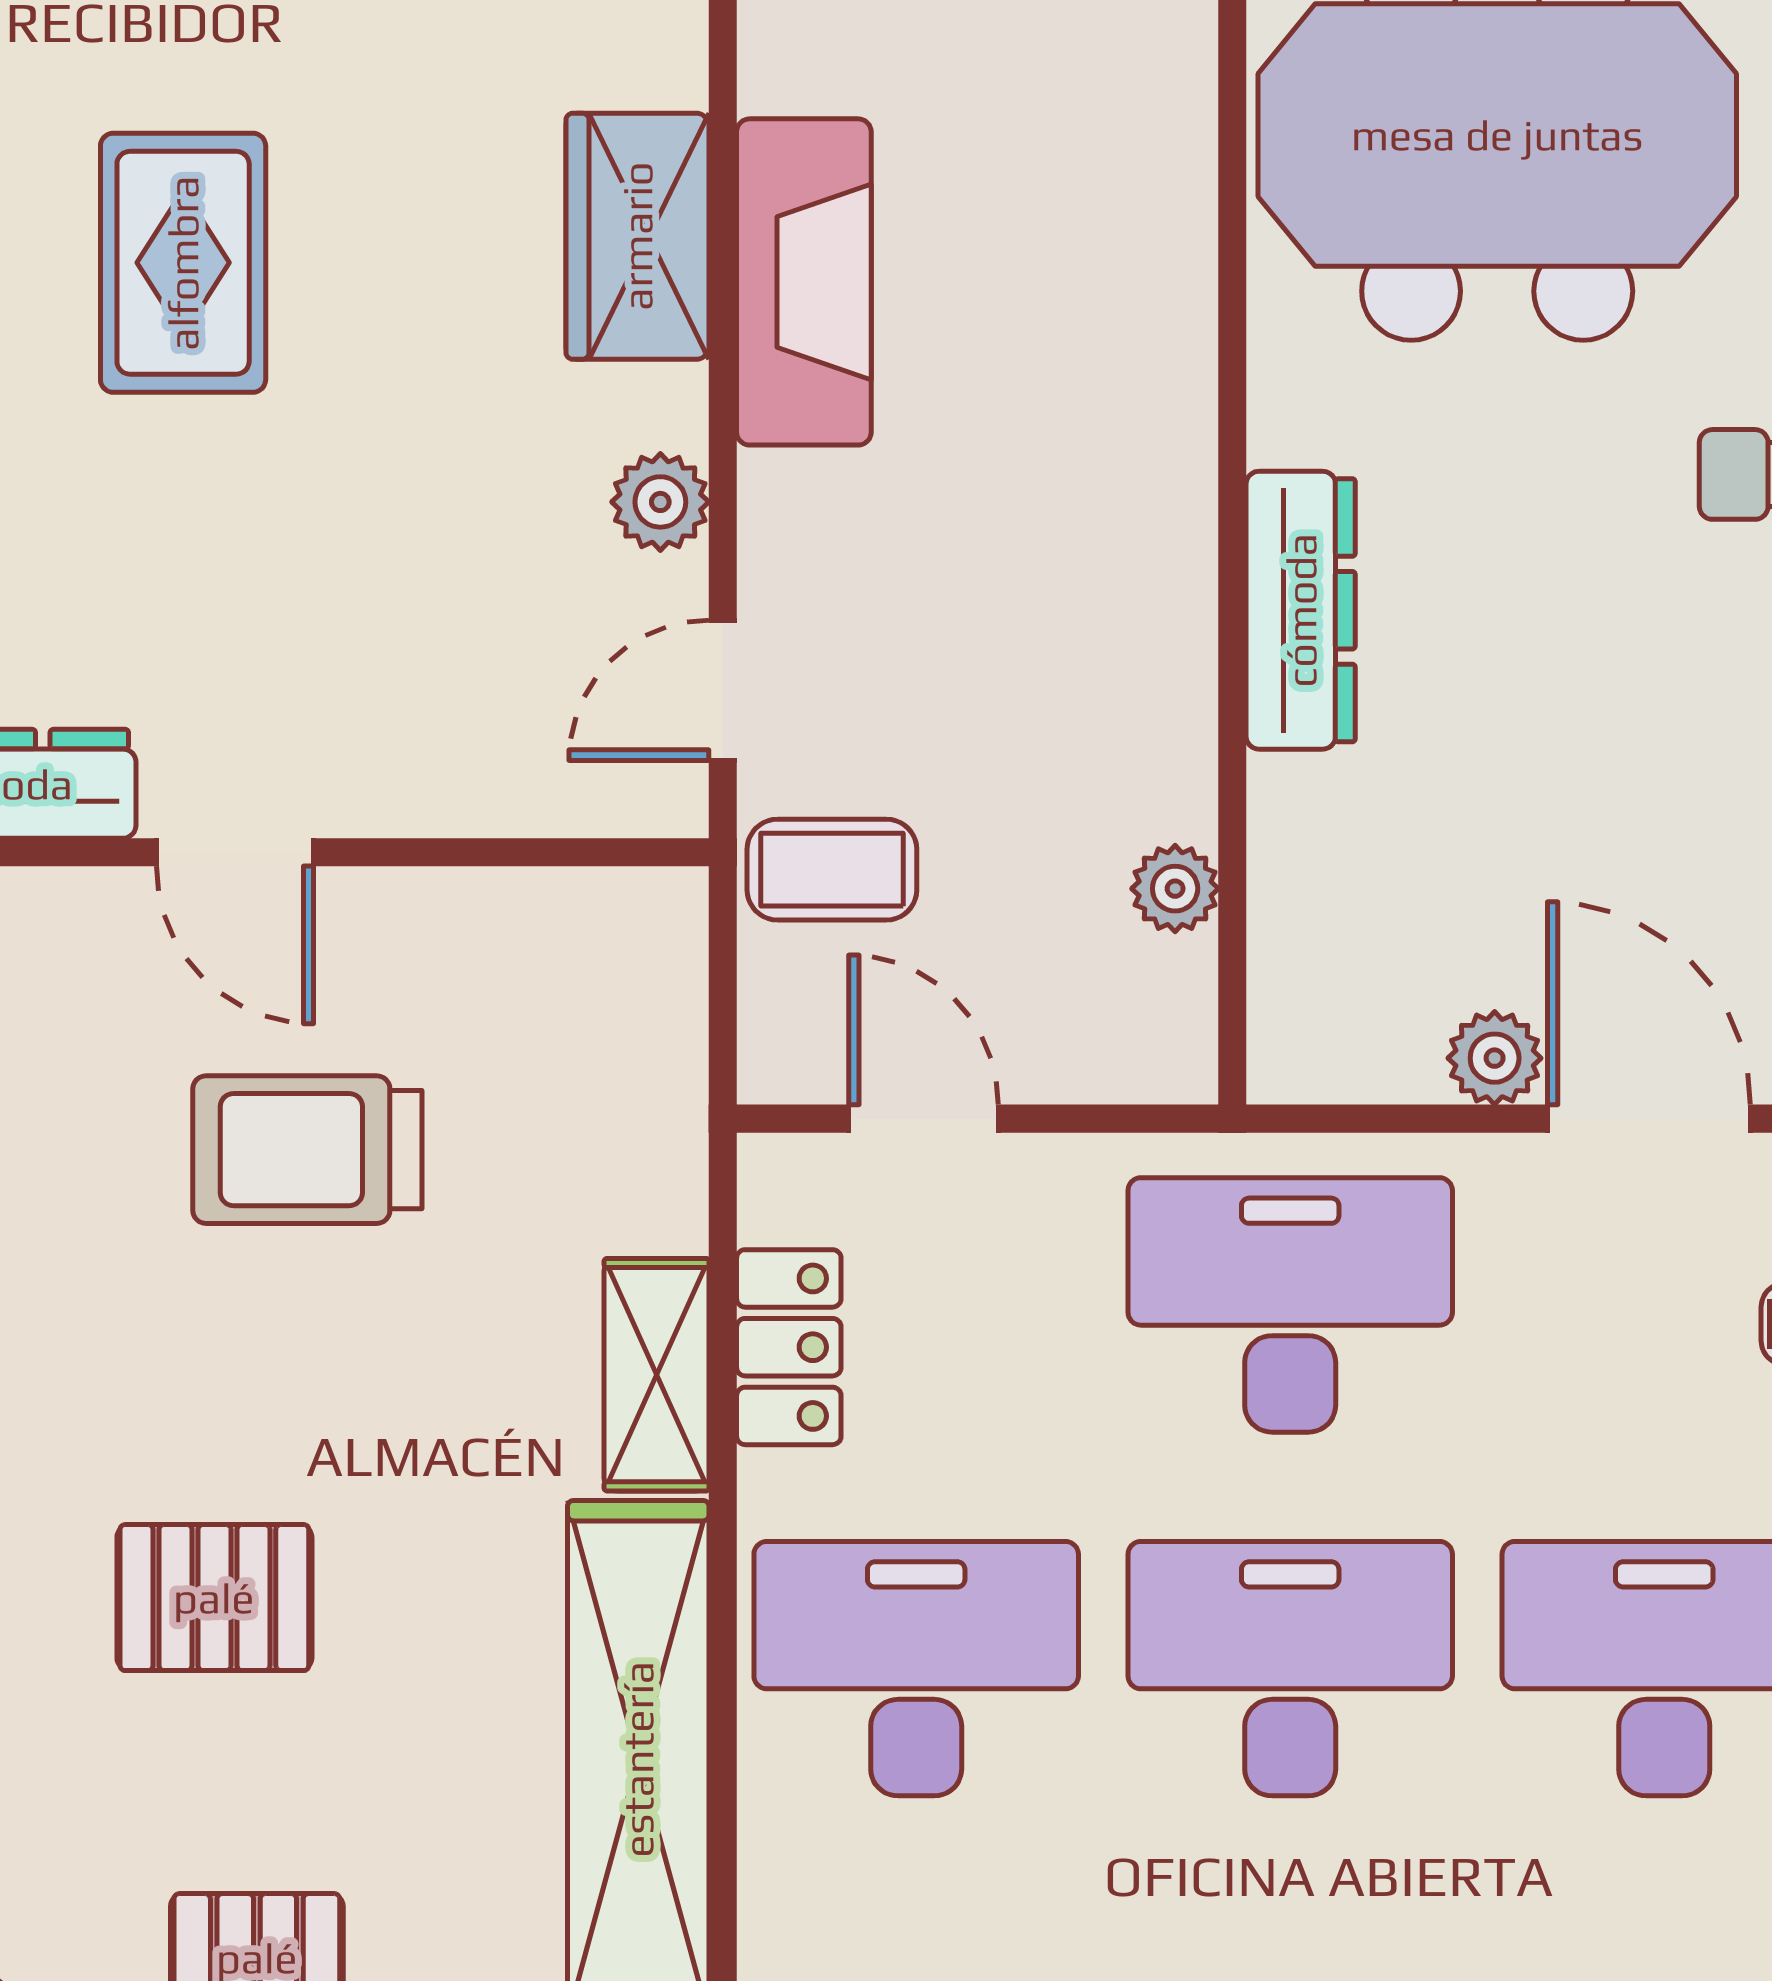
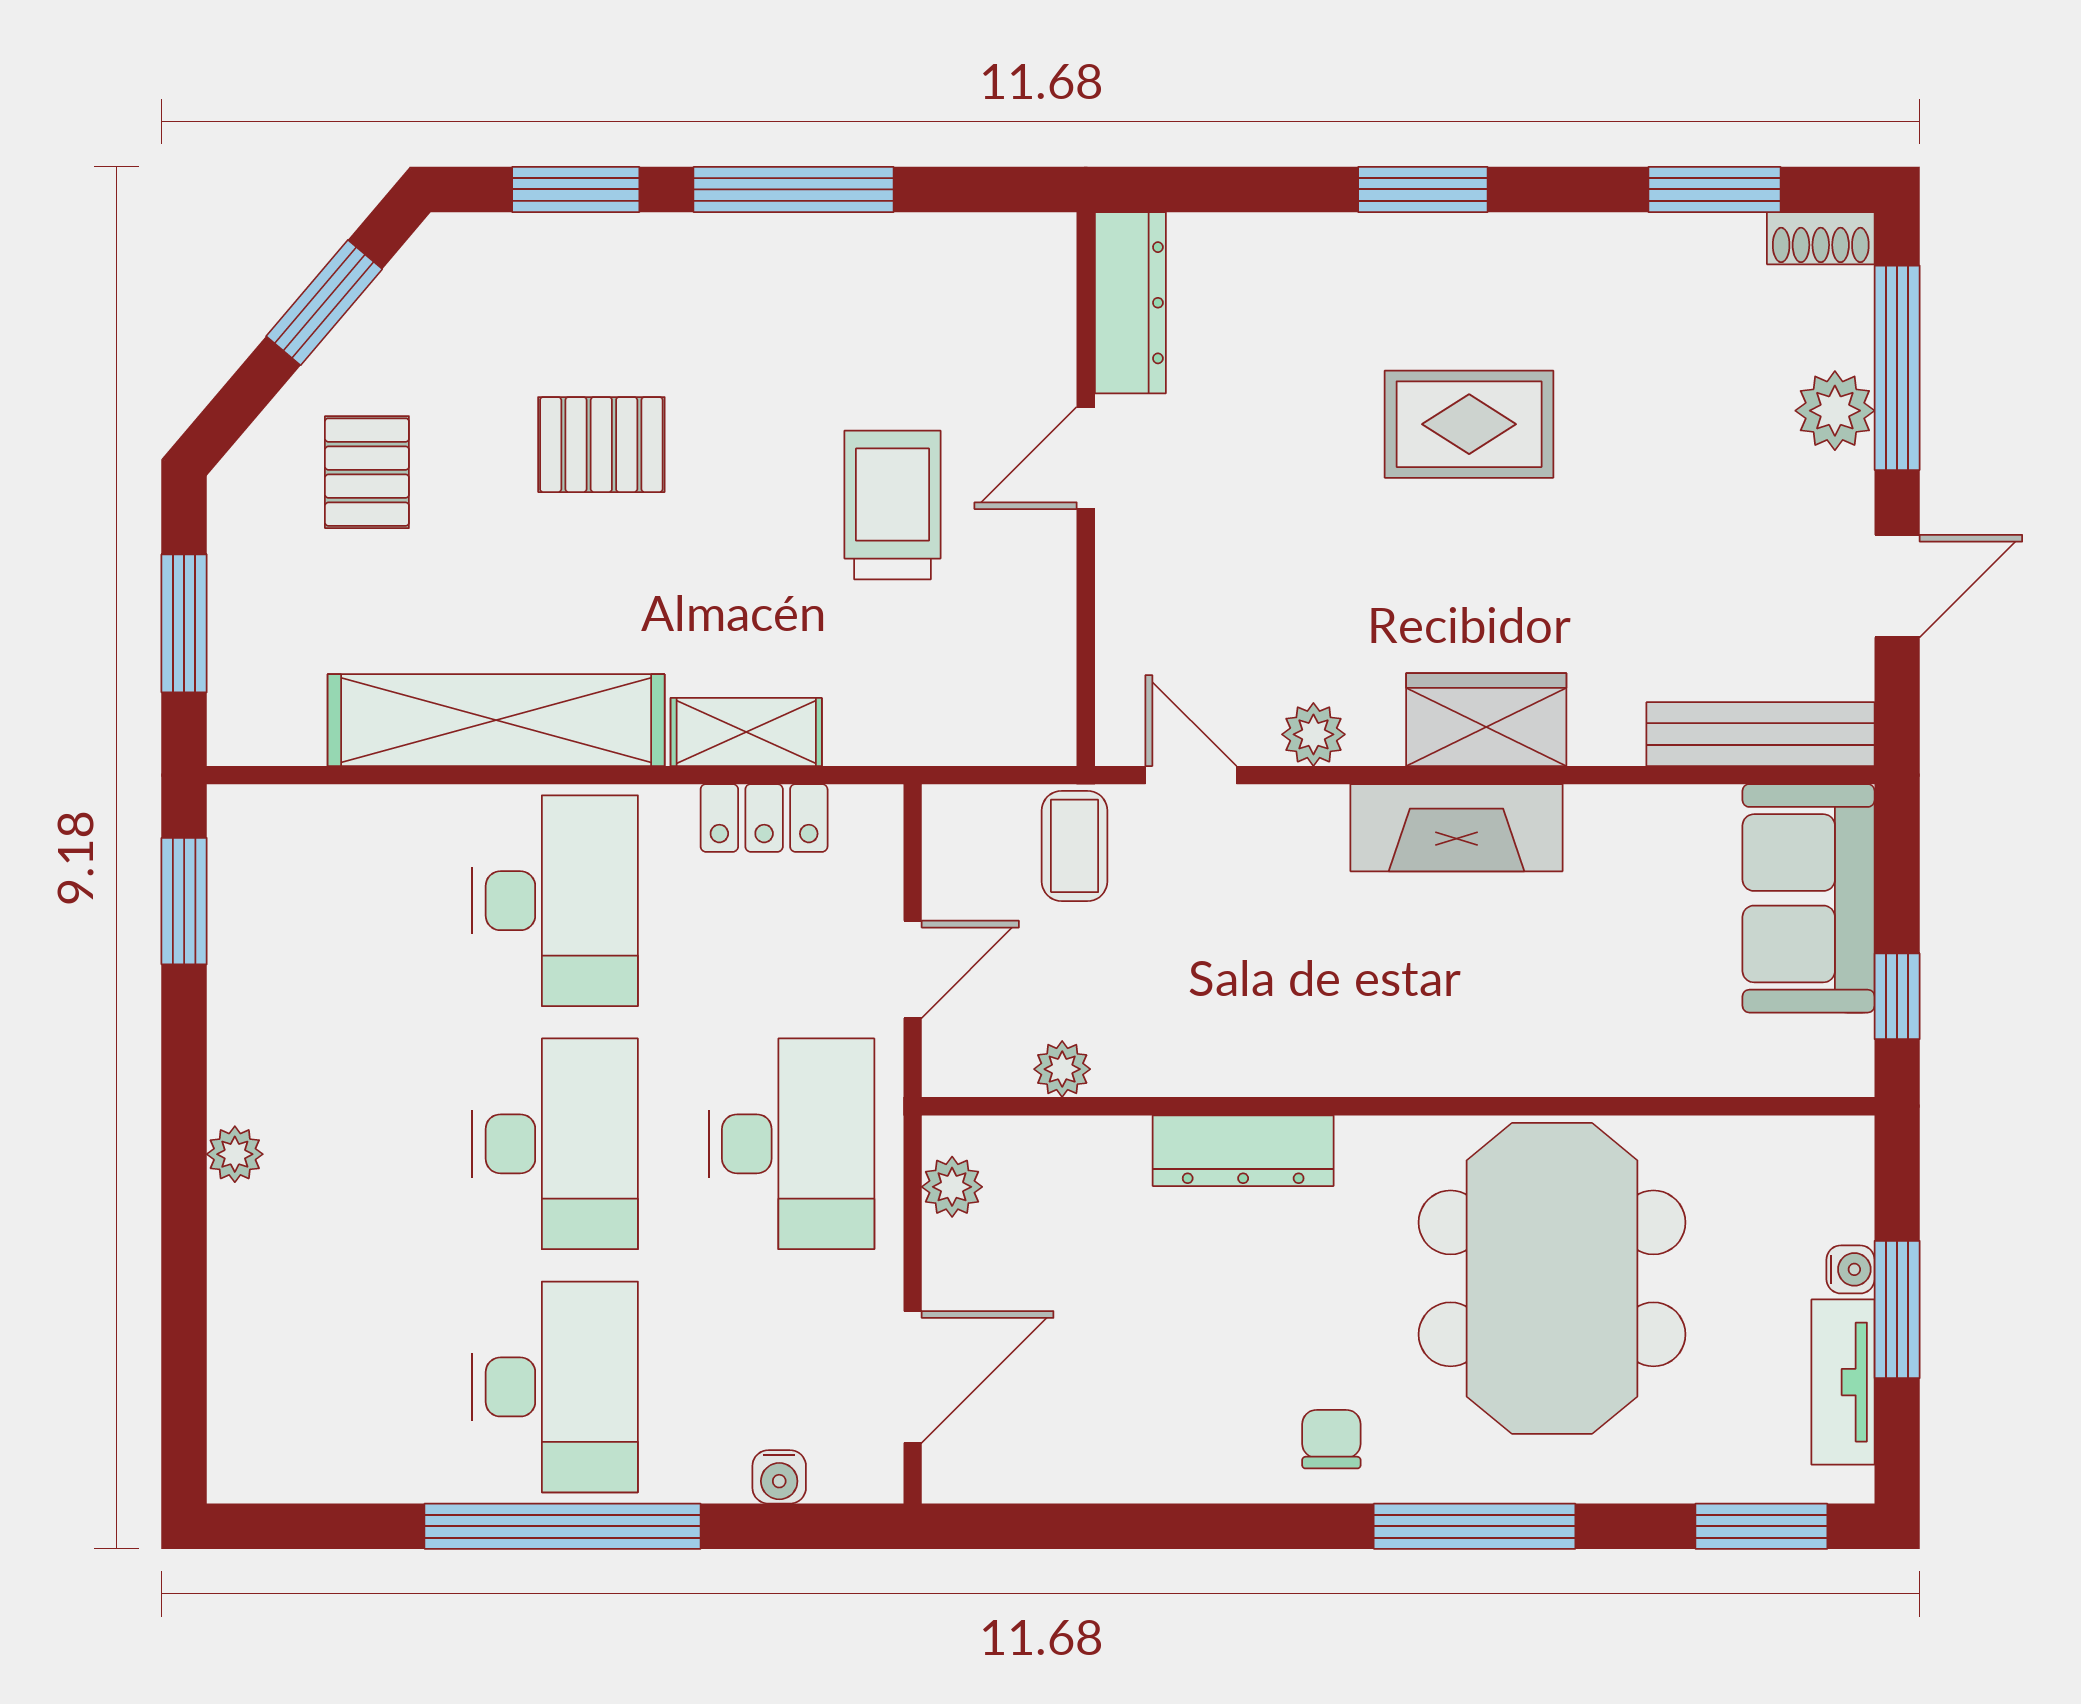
plant: (1495, 1058) -> (952, 1187), moved
door: (923, 1119) -> (913, 969), moved
pallet: (214, 1598) -> (601, 445), turned 90

